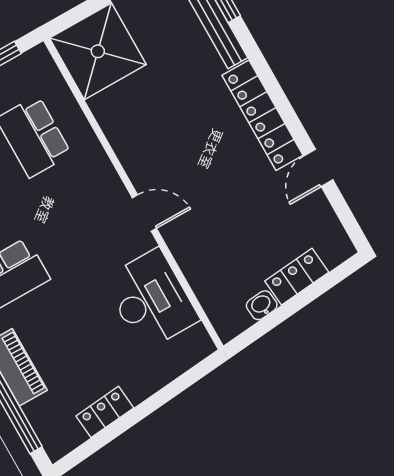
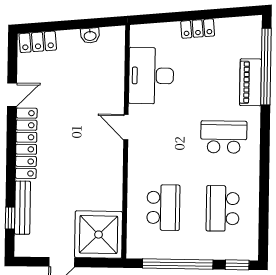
locker: (297, 277) -> (38, 42), moved
locker: (105, 412) -> (198, 29), moved

